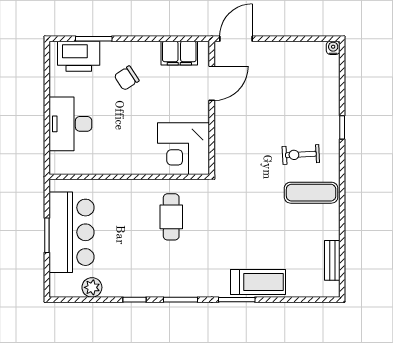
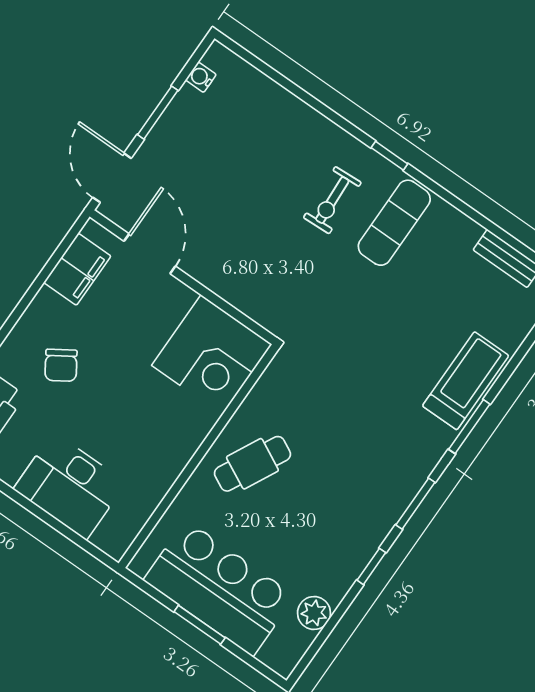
window: (284, 39) -> (158, 113), added
water cooler: (333, 48) -> (201, 77), moved
window: (342, 127) -> (389, 156), moved
cafe table: (171, 217) -> (252, 464), moved, turned -63

